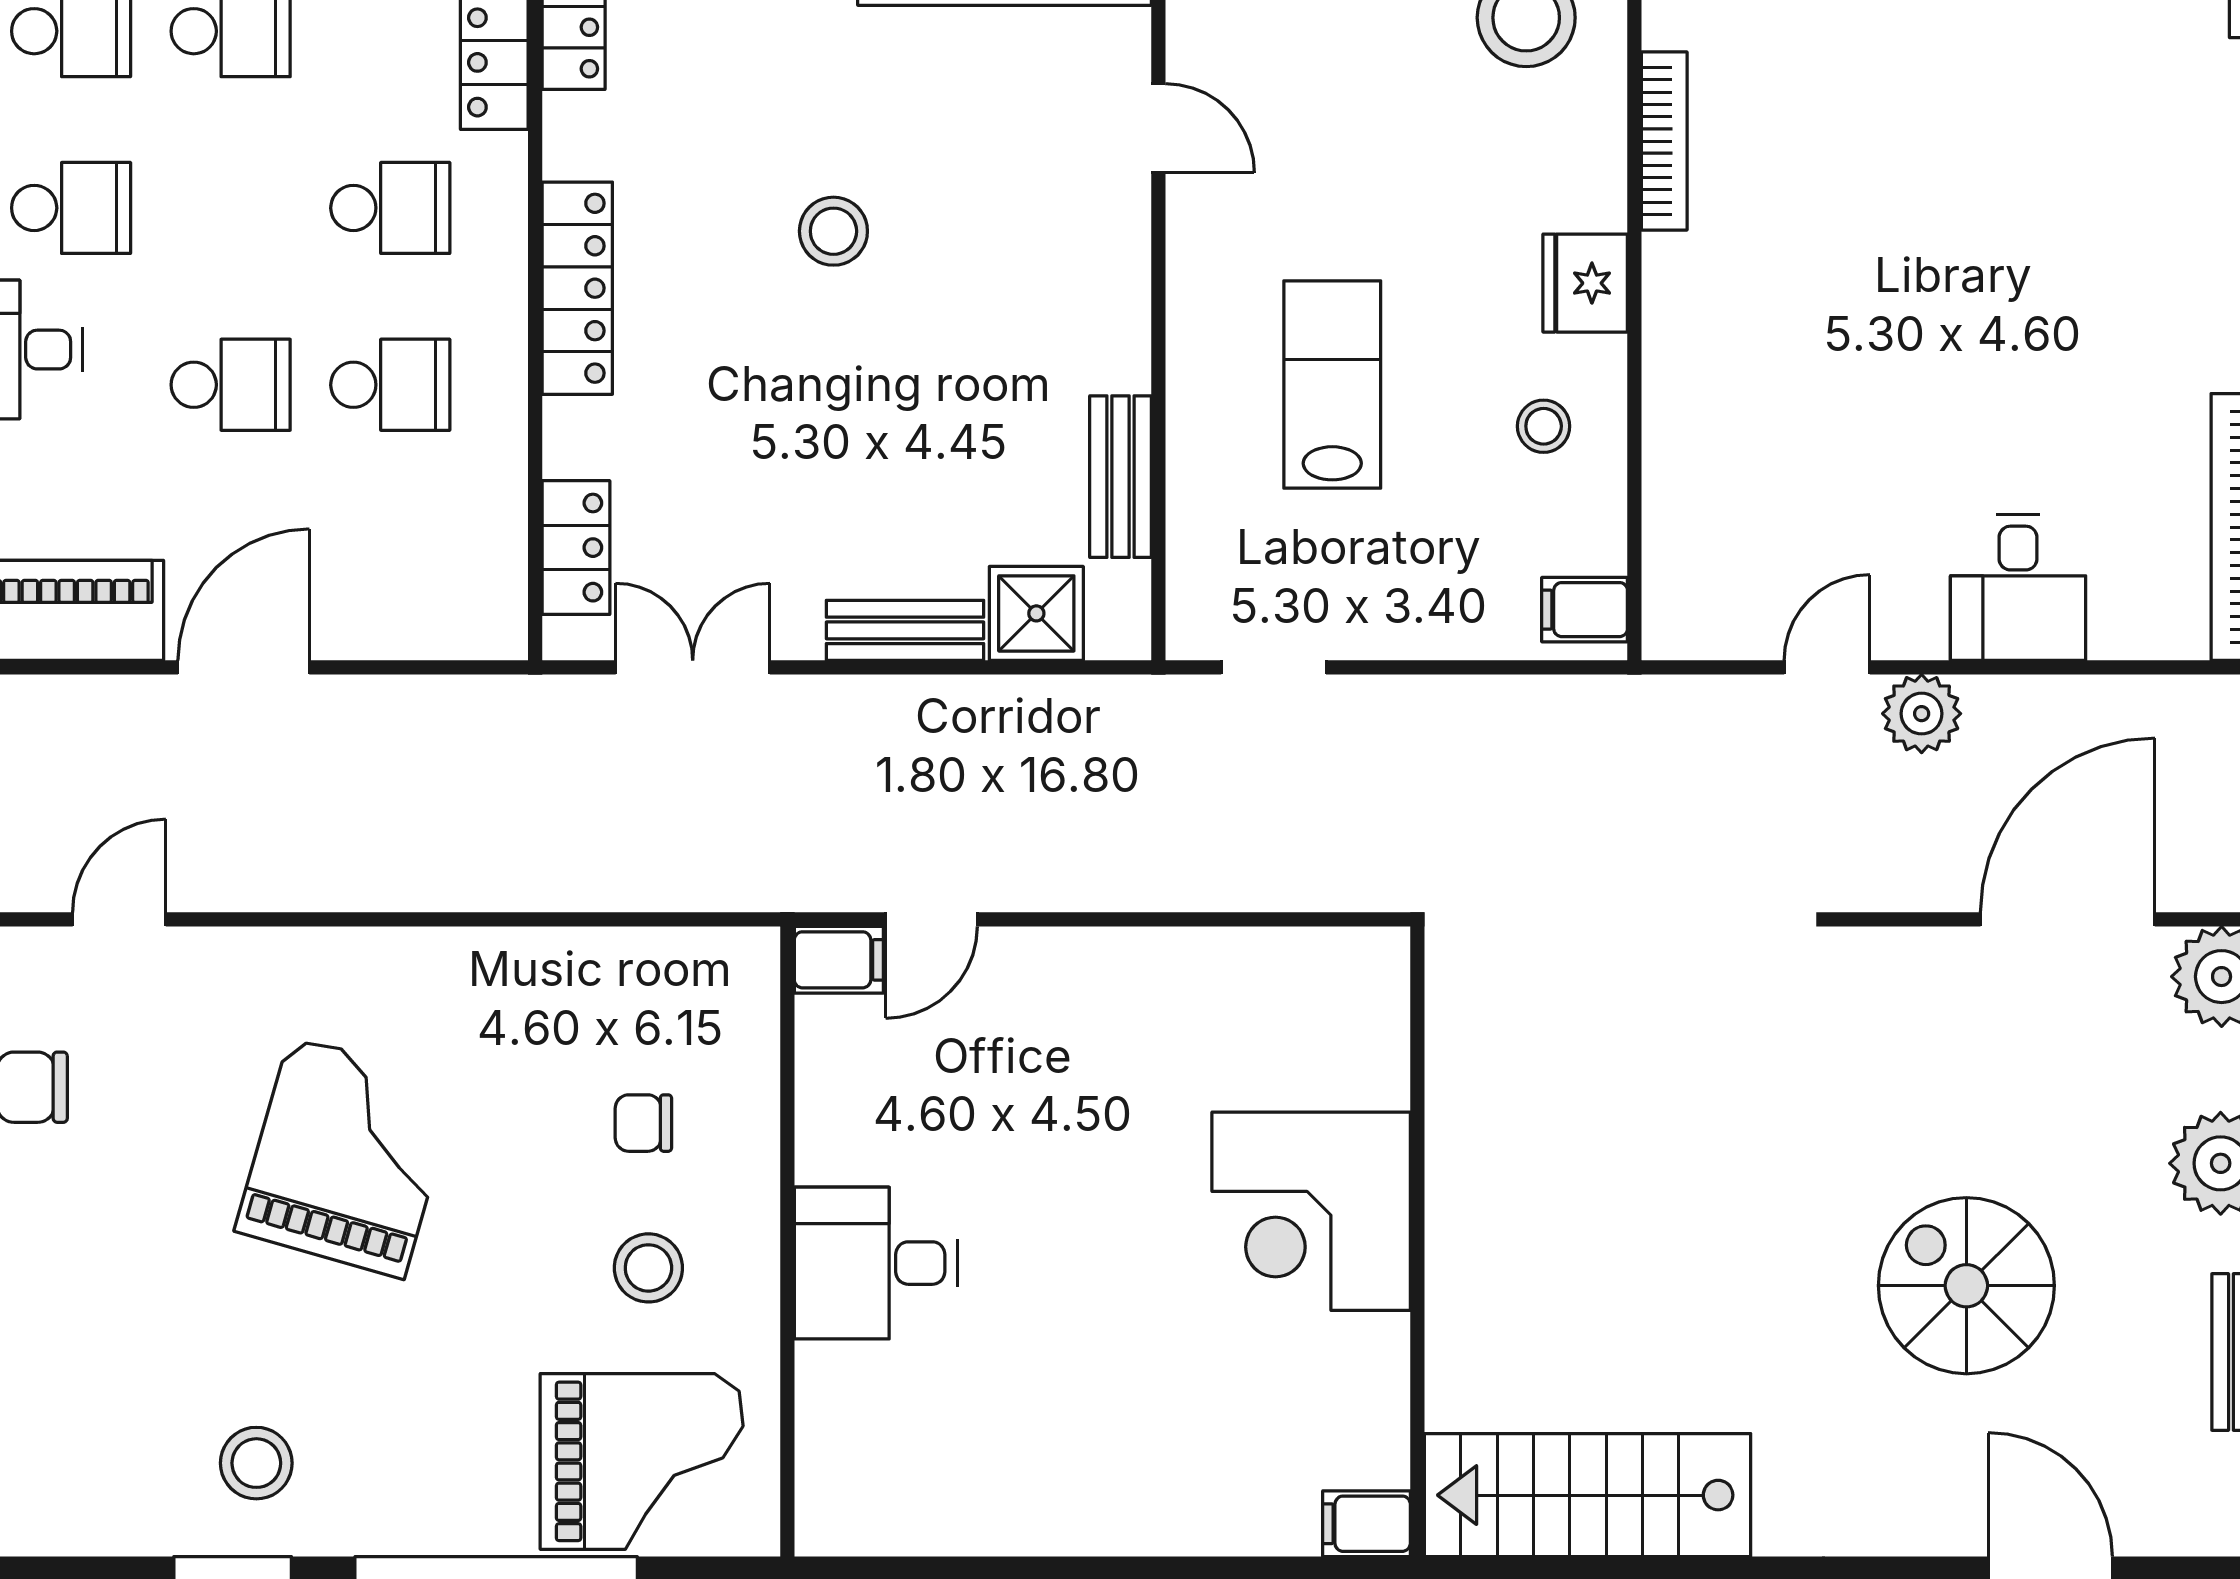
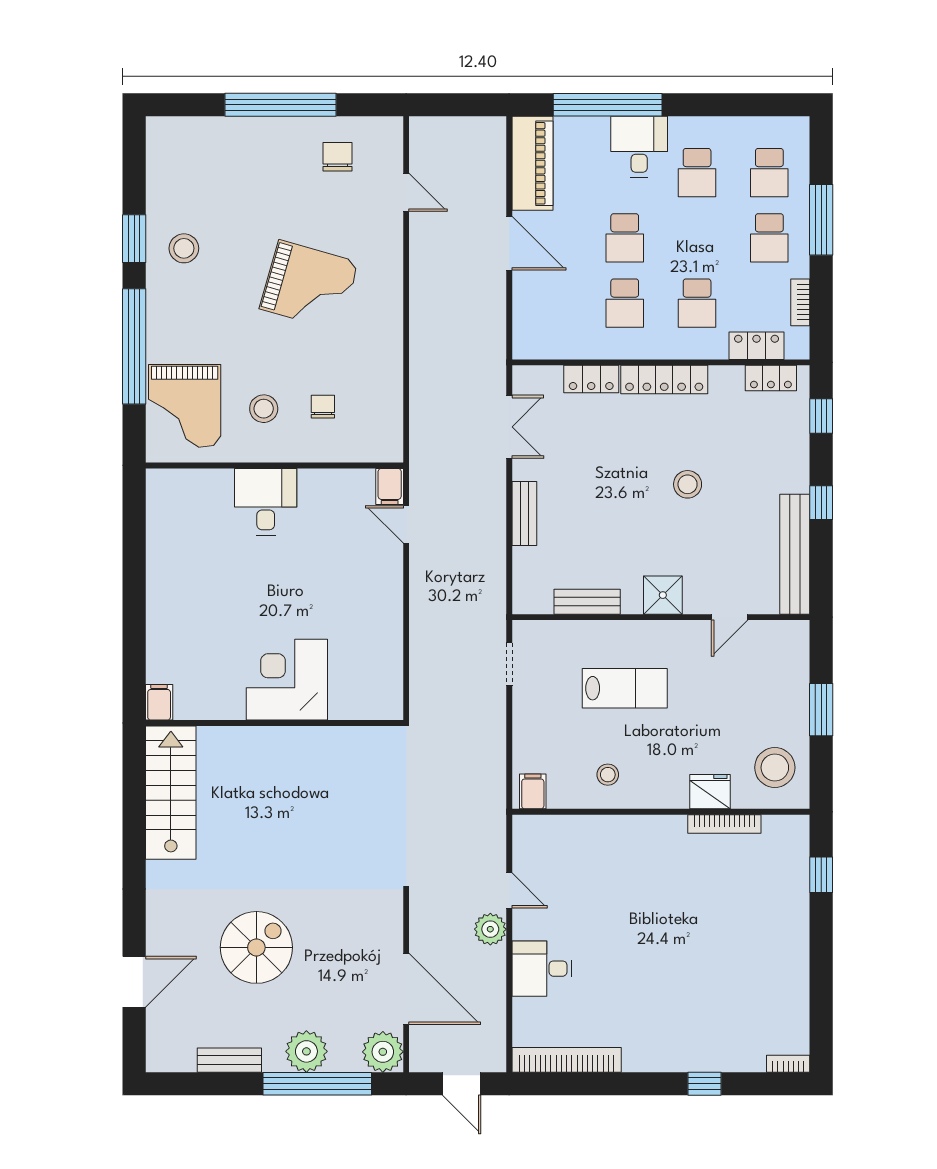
fridge: (1585, 283) -> (710, 792), moved
locker: (576, 548) -> (591, 379), moved
shower: (1036, 613) -> (663, 595), moved

